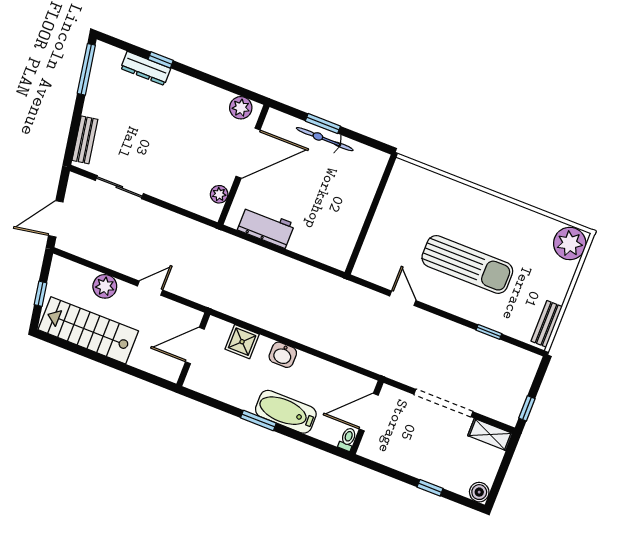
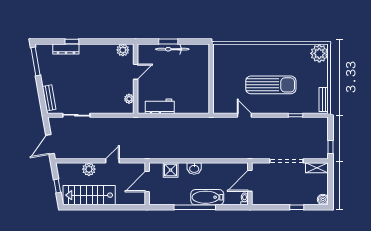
door: (248, 153) -> (136, 72), width x0.53
window: (258, 420) -> (195, 207), width x2.11

